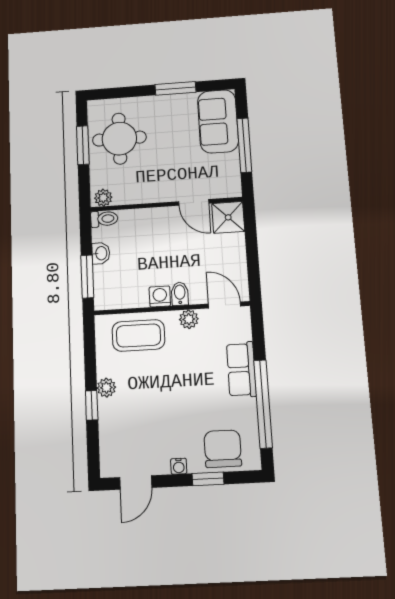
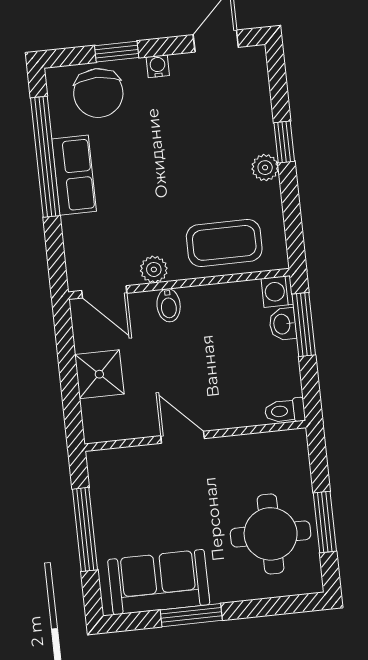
sofa: (218, 121) -> (159, 582), moved, turned -90
plant: (103, 198) -> (289, 443), removed
door: (194, 202) -> (183, 437), moved
shower: (228, 217) -> (99, 374), moved
washbasin: (101, 253) -> (283, 324), moved
washing machine: (160, 296) -> (277, 291), moved, turned 90
row of seats: (241, 369) -> (74, 175), moved

